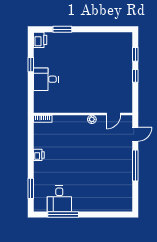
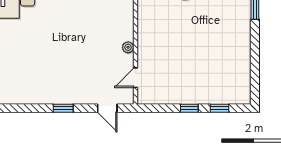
door: (113, 114) -> (136, 78), hinge flipped
window: (135, 166) -> (63, 108), width x0.46

